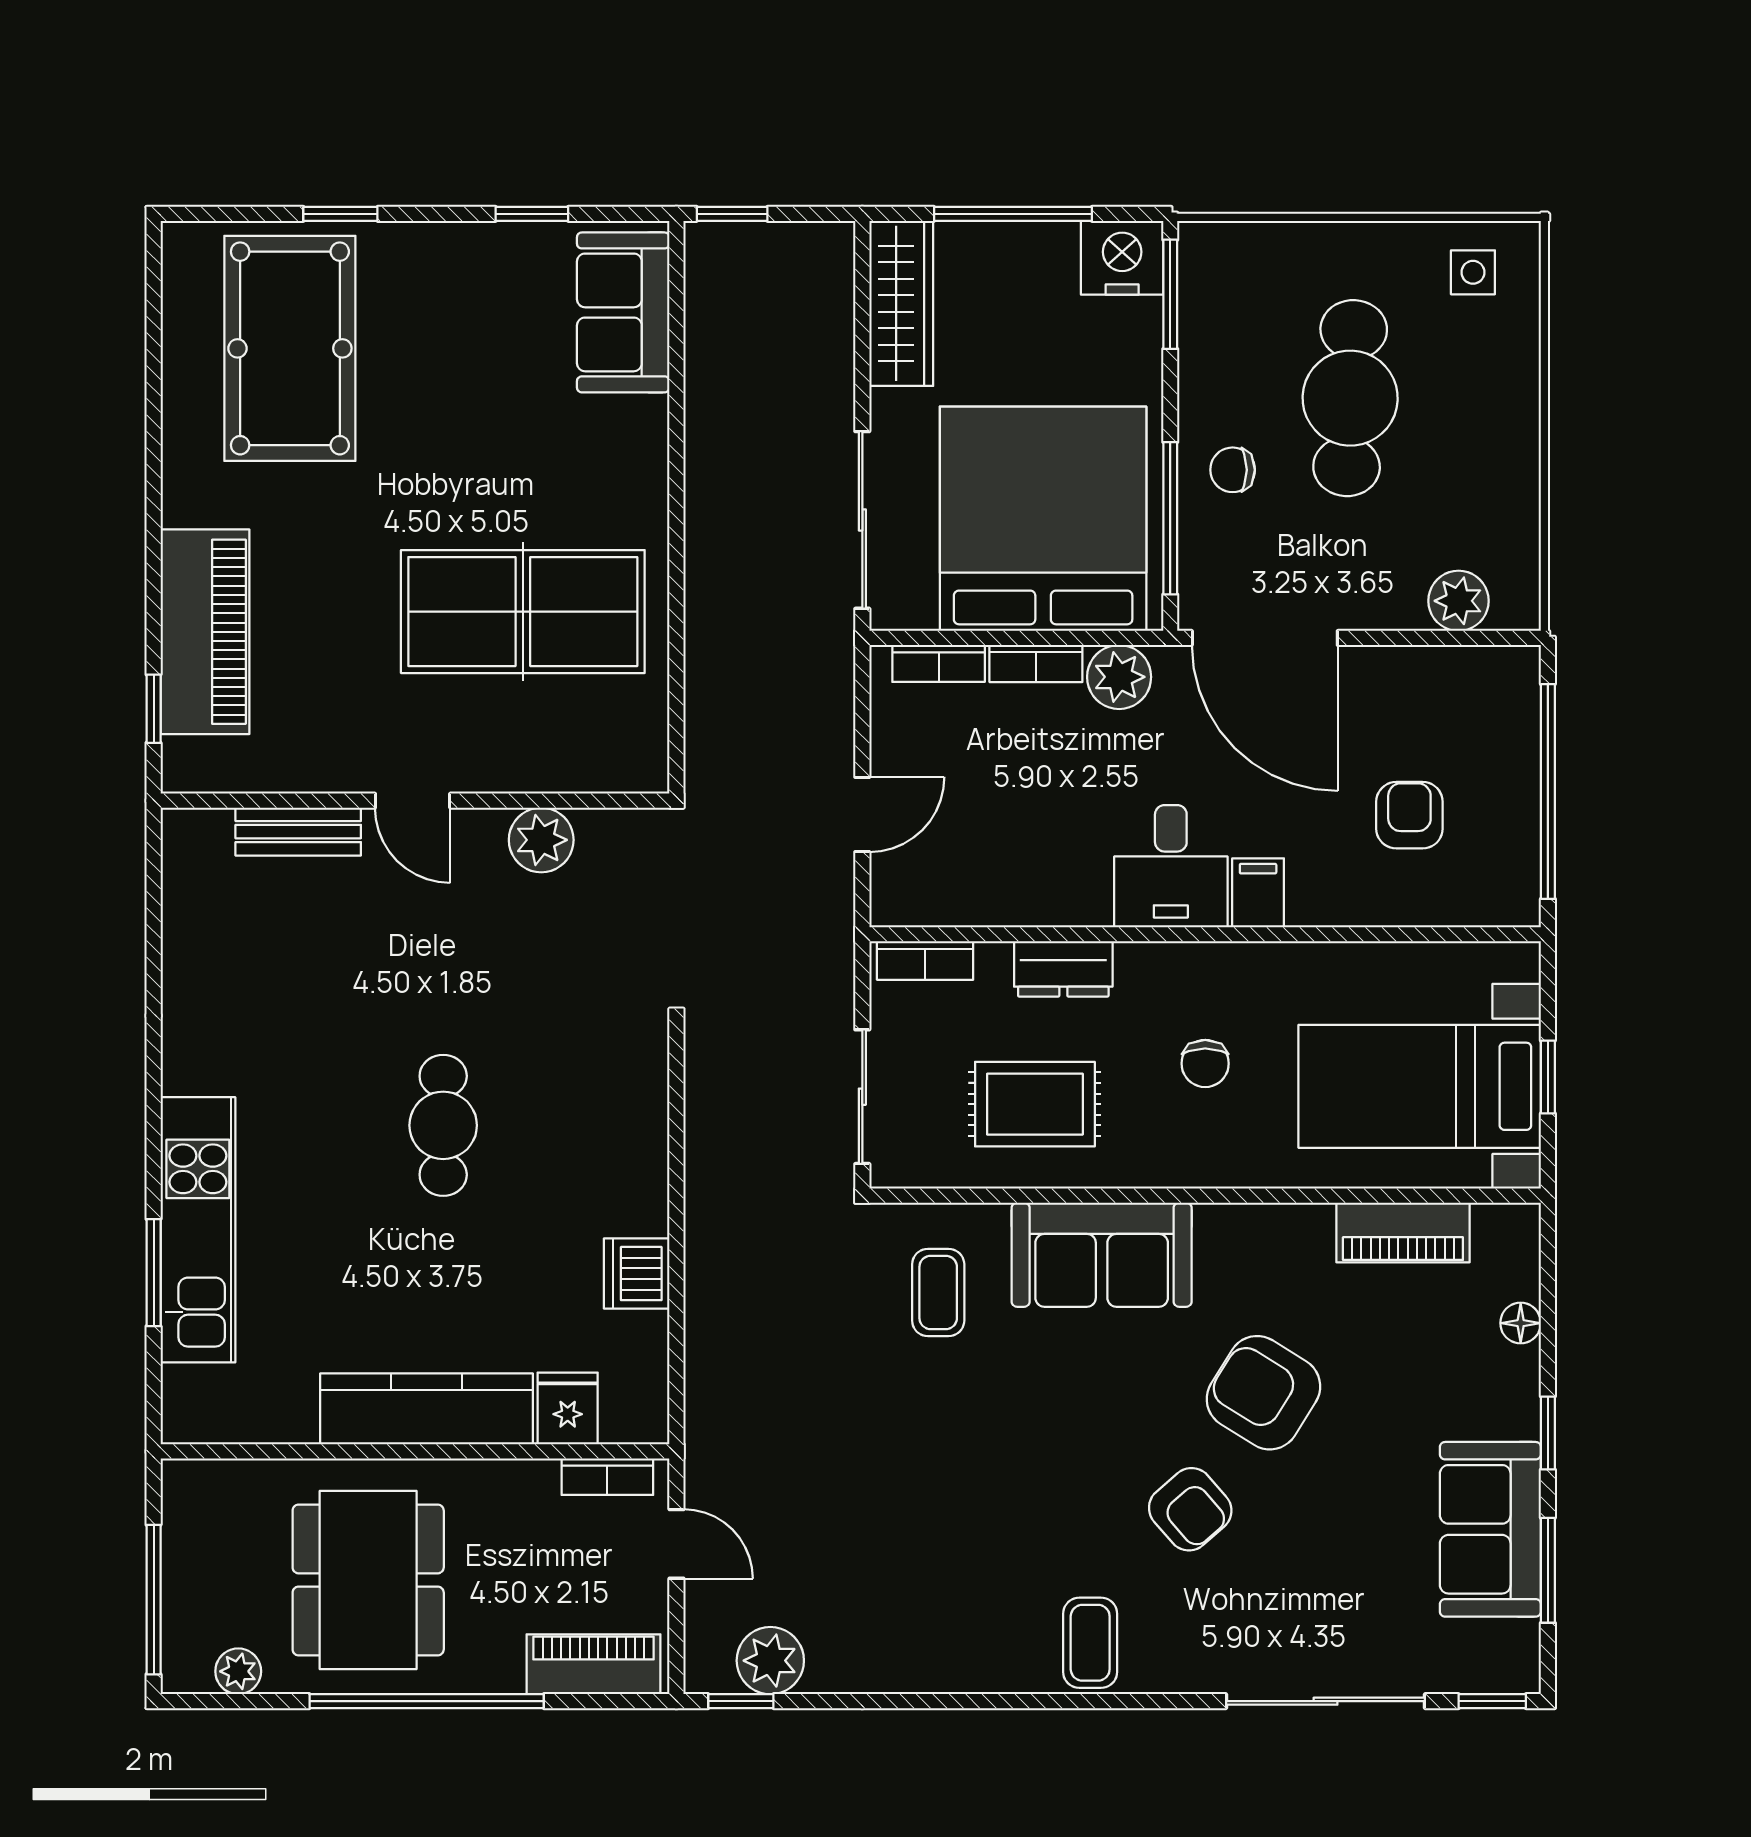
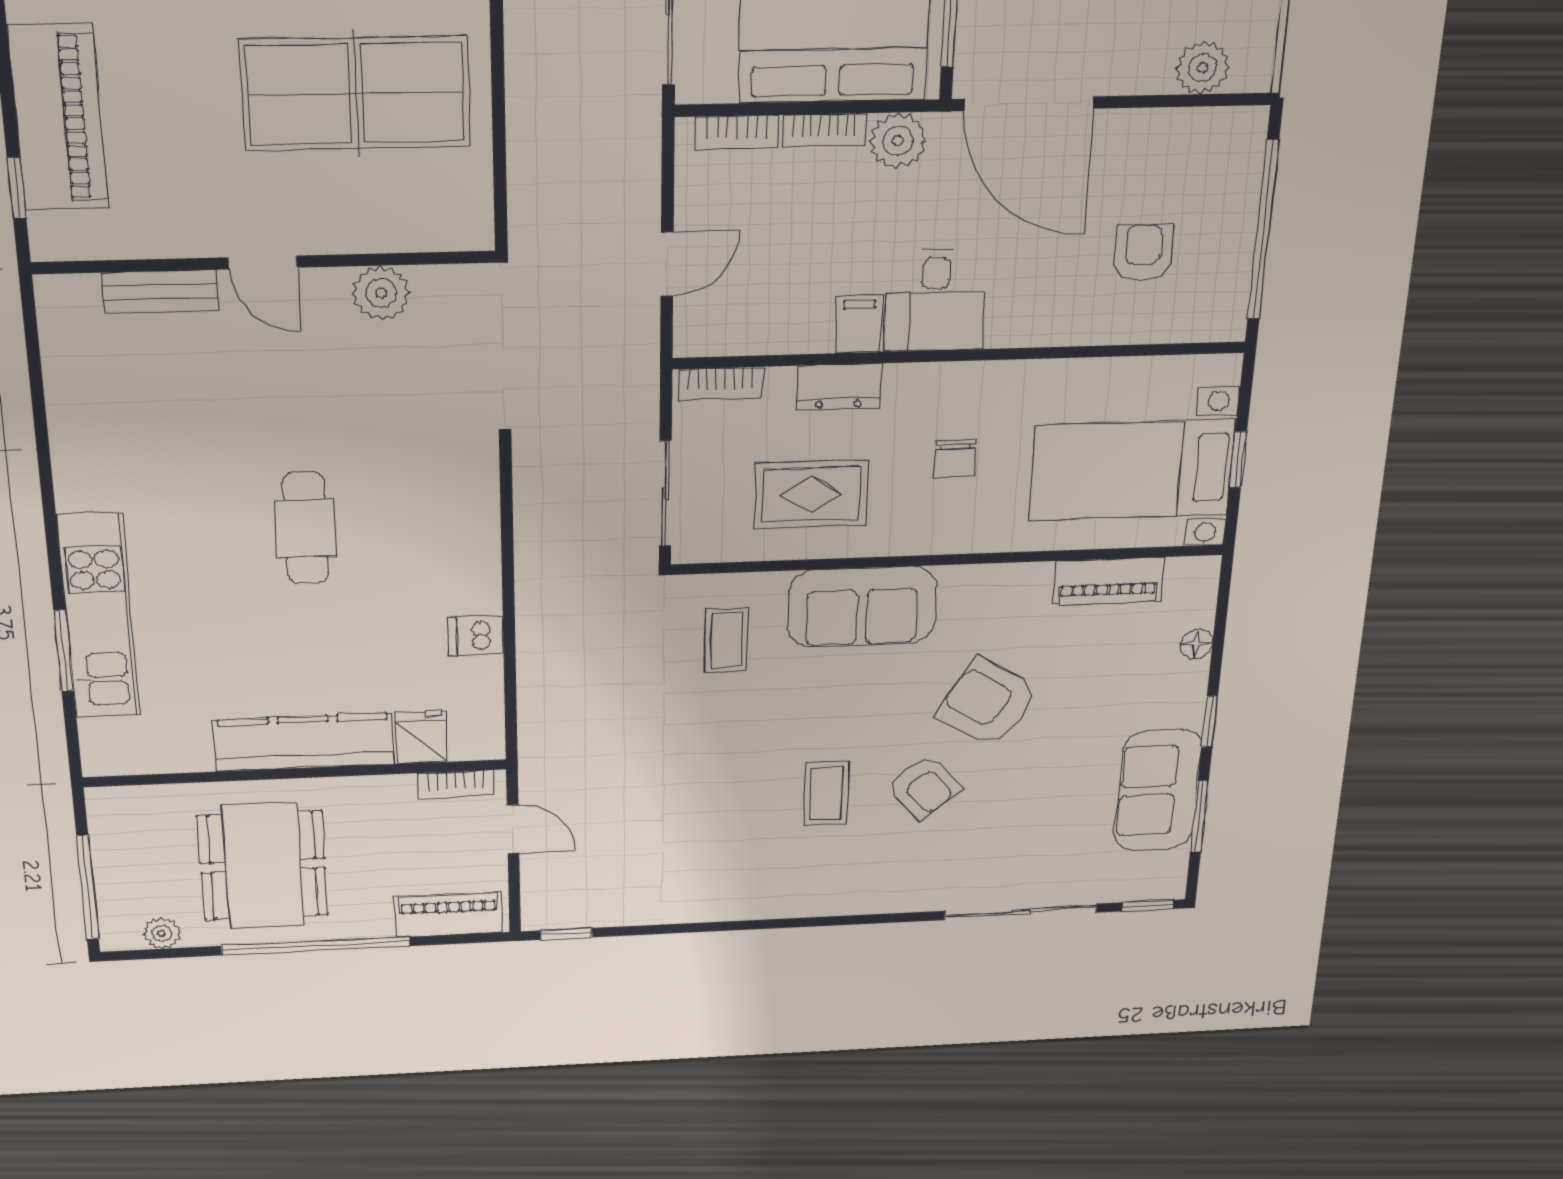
filing cabinet: (1258, 893) -> (859, 324), moved
dishwasher: (637, 1274) -> (476, 636), width x0.73
coffee table: (1090, 1643) -> (826, 794), moved
plant: (770, 1661) -> (589, 906), removed

